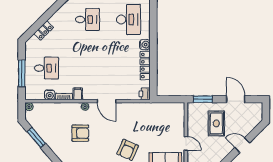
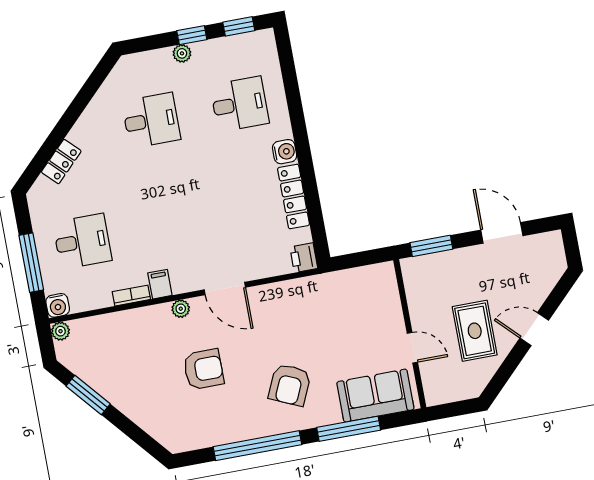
desk: (129, 19) -> (240, 104), width x0.73
water cooler: (50, 95) -> (58, 305), moved
rug: (216, 123) -> (475, 331), moved
armchair: (80, 133) -> (204, 369), moved

